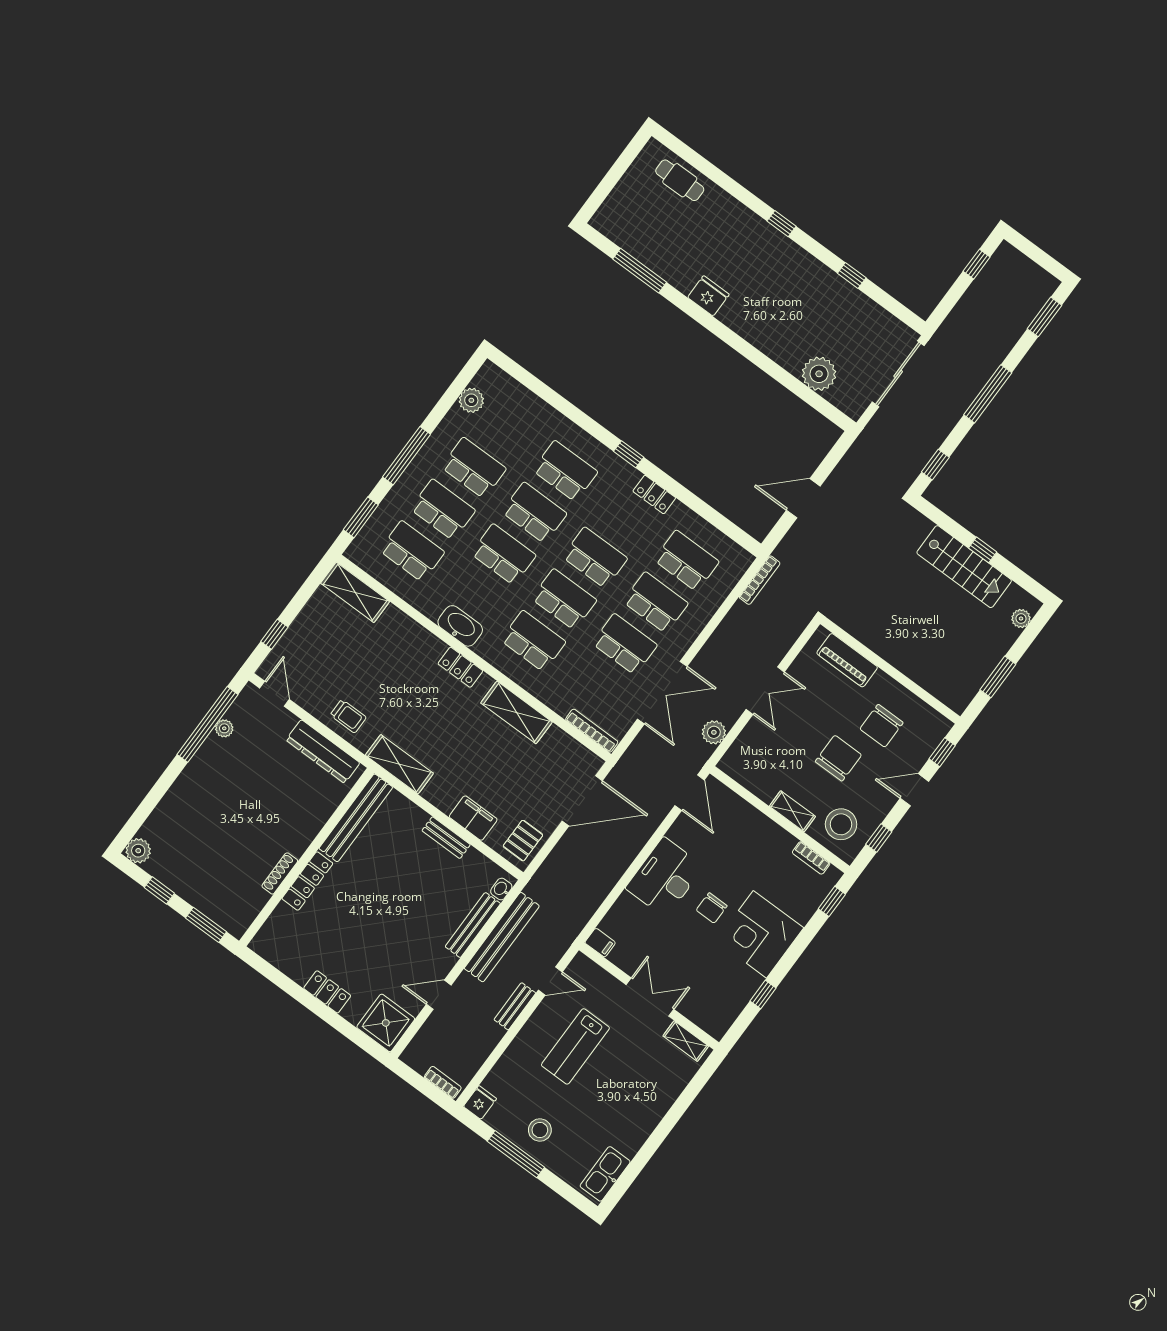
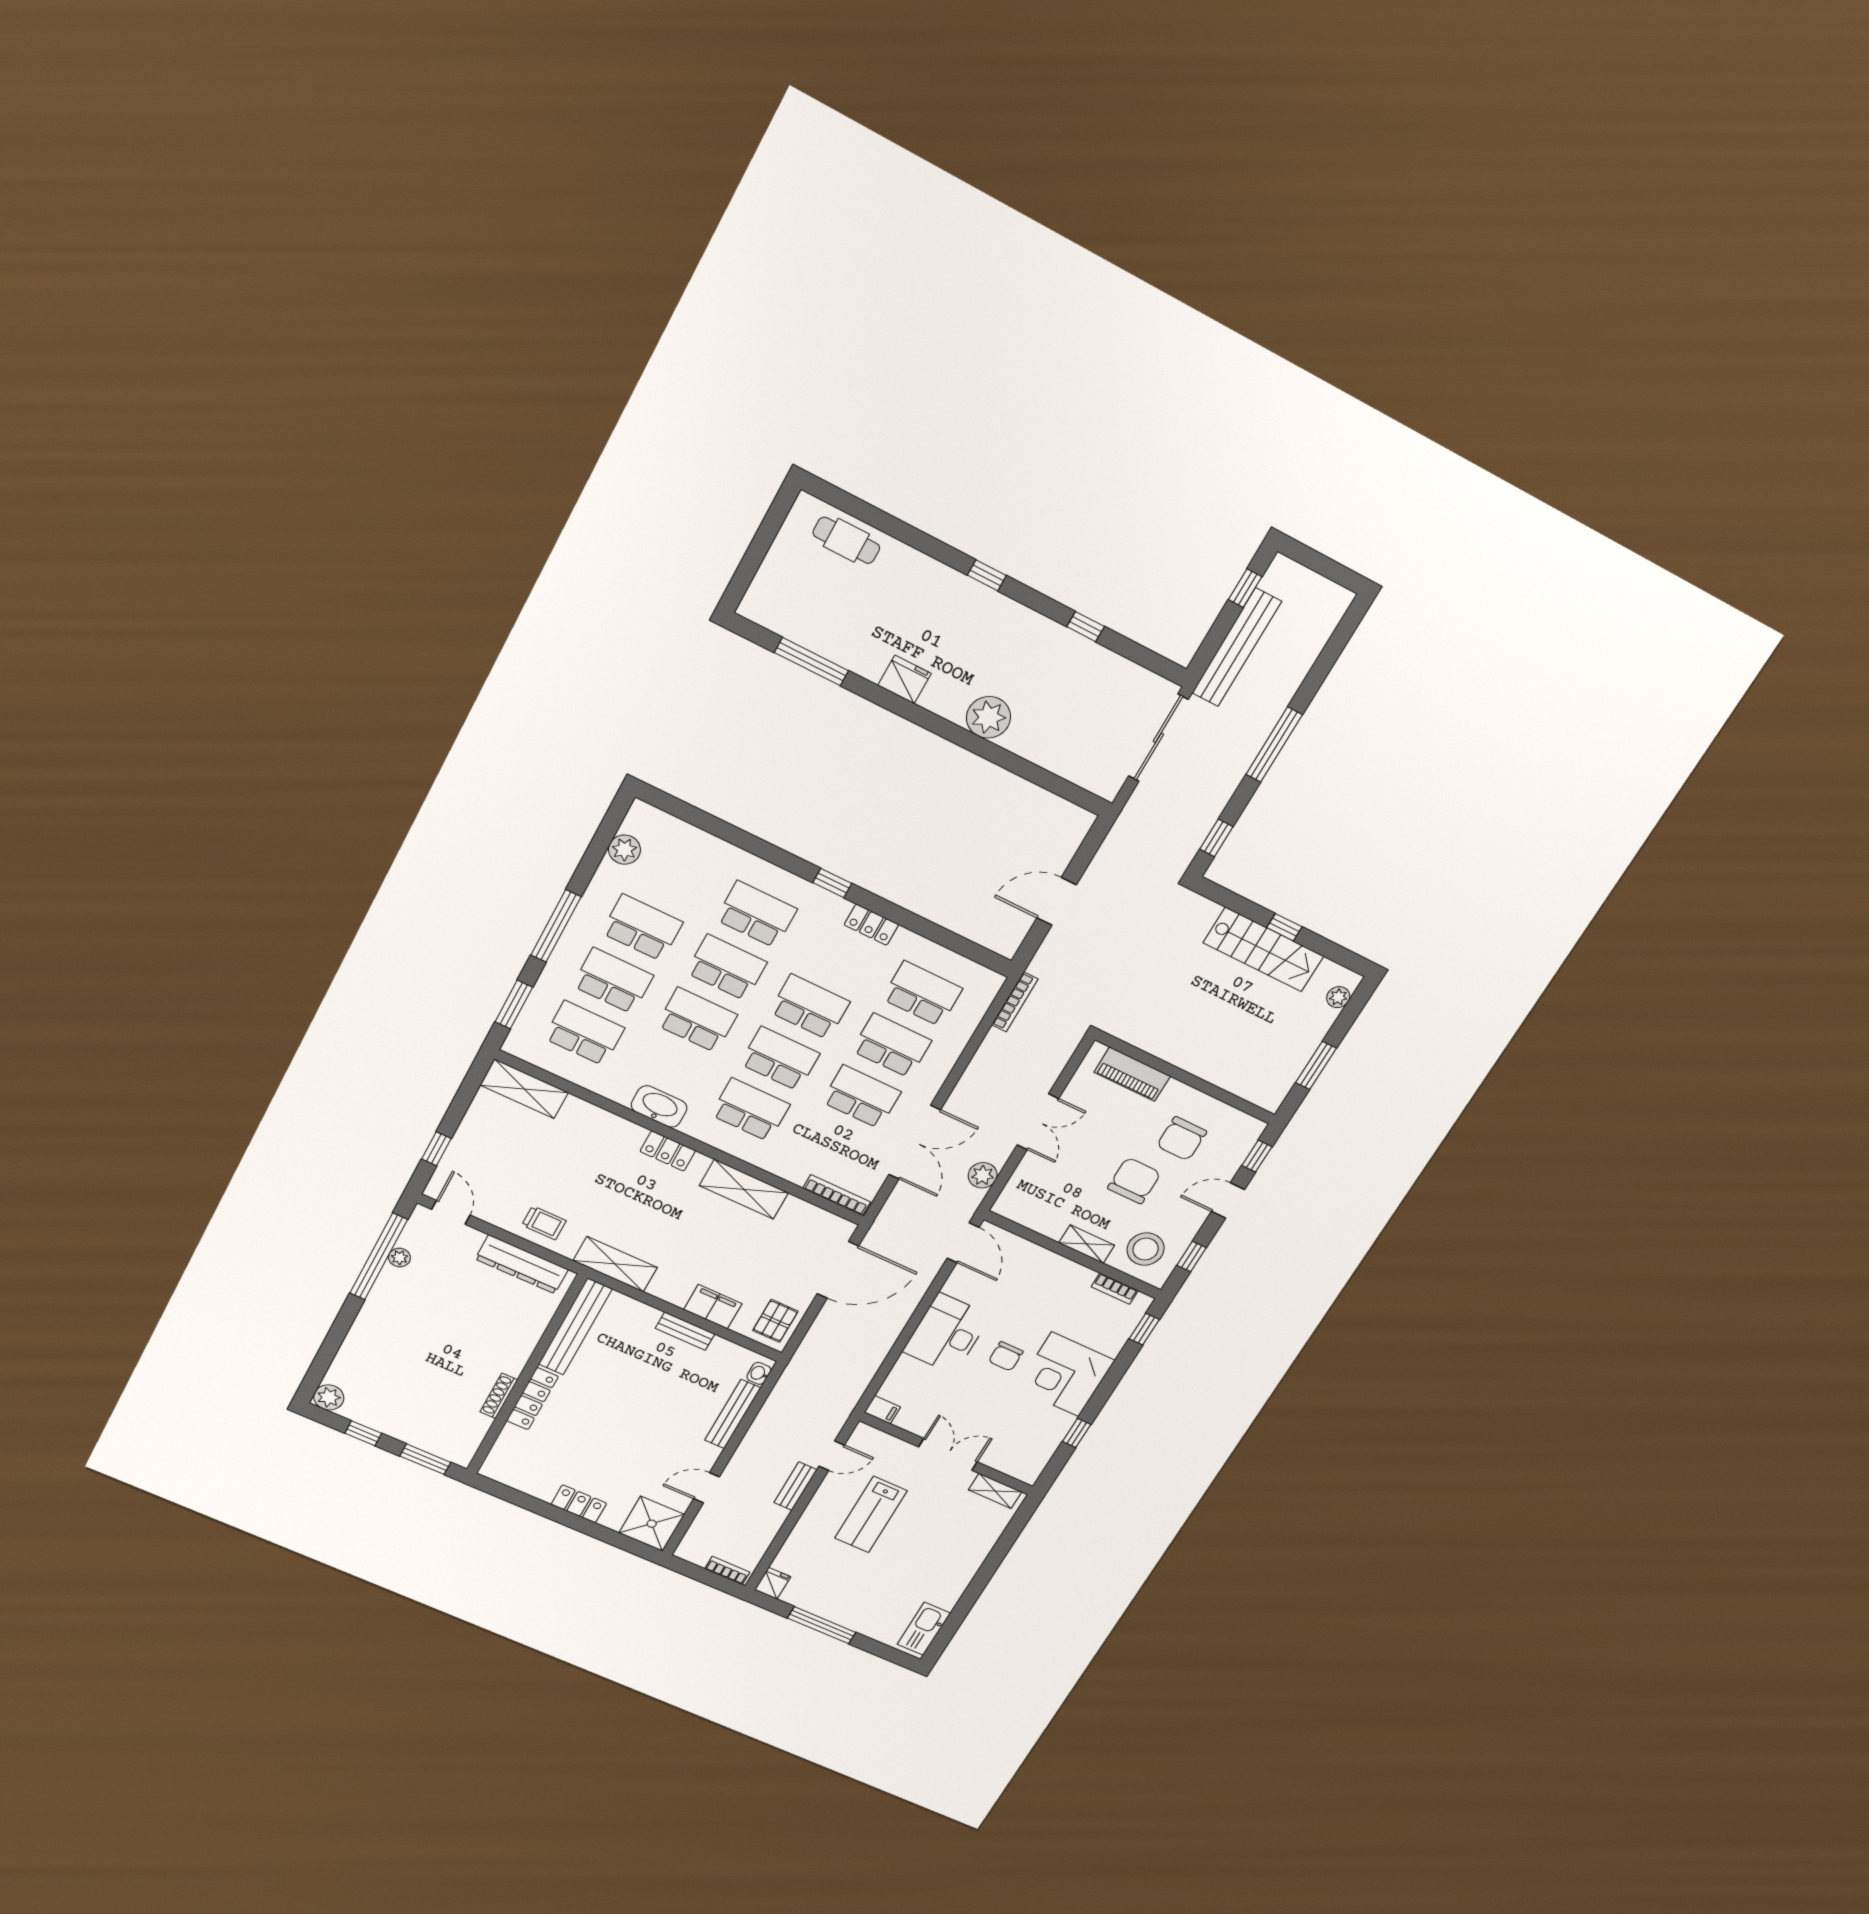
window: (1045, 317) -> (1338, 641), removed
plant: (819, 374) -> (988, 717), moved
bench: (502, 937) -> (1237, 647), moved
stool: (540, 1130) -> (844, 1599), removed

